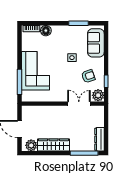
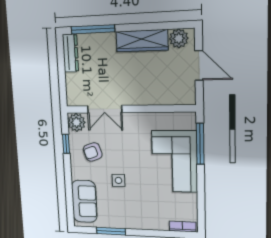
floor lamp: (46, 31) -> (160, 223), removed

